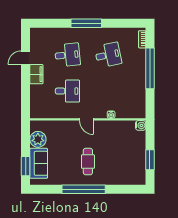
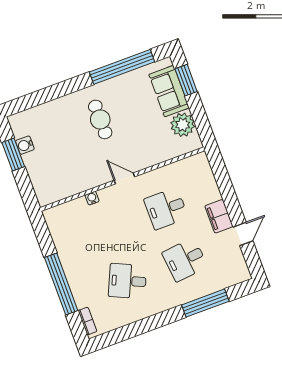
window: (86, 23) -> (205, 303), moved
desk: (108, 55) -> (128, 281), turned 36
water cooler: (141, 125) -> (25, 145), moved
window: (84, 189) -> (122, 67), moved

